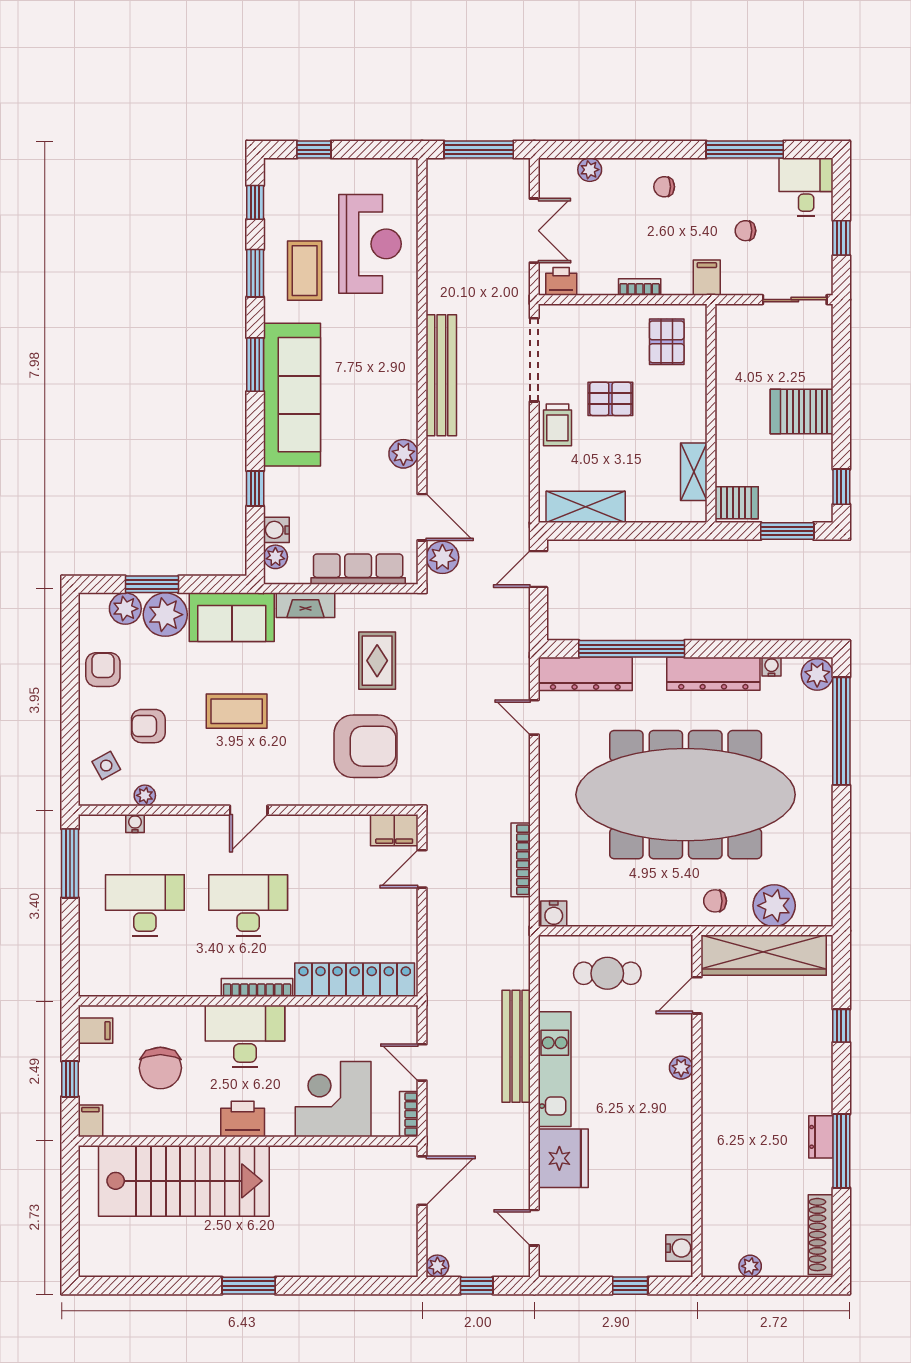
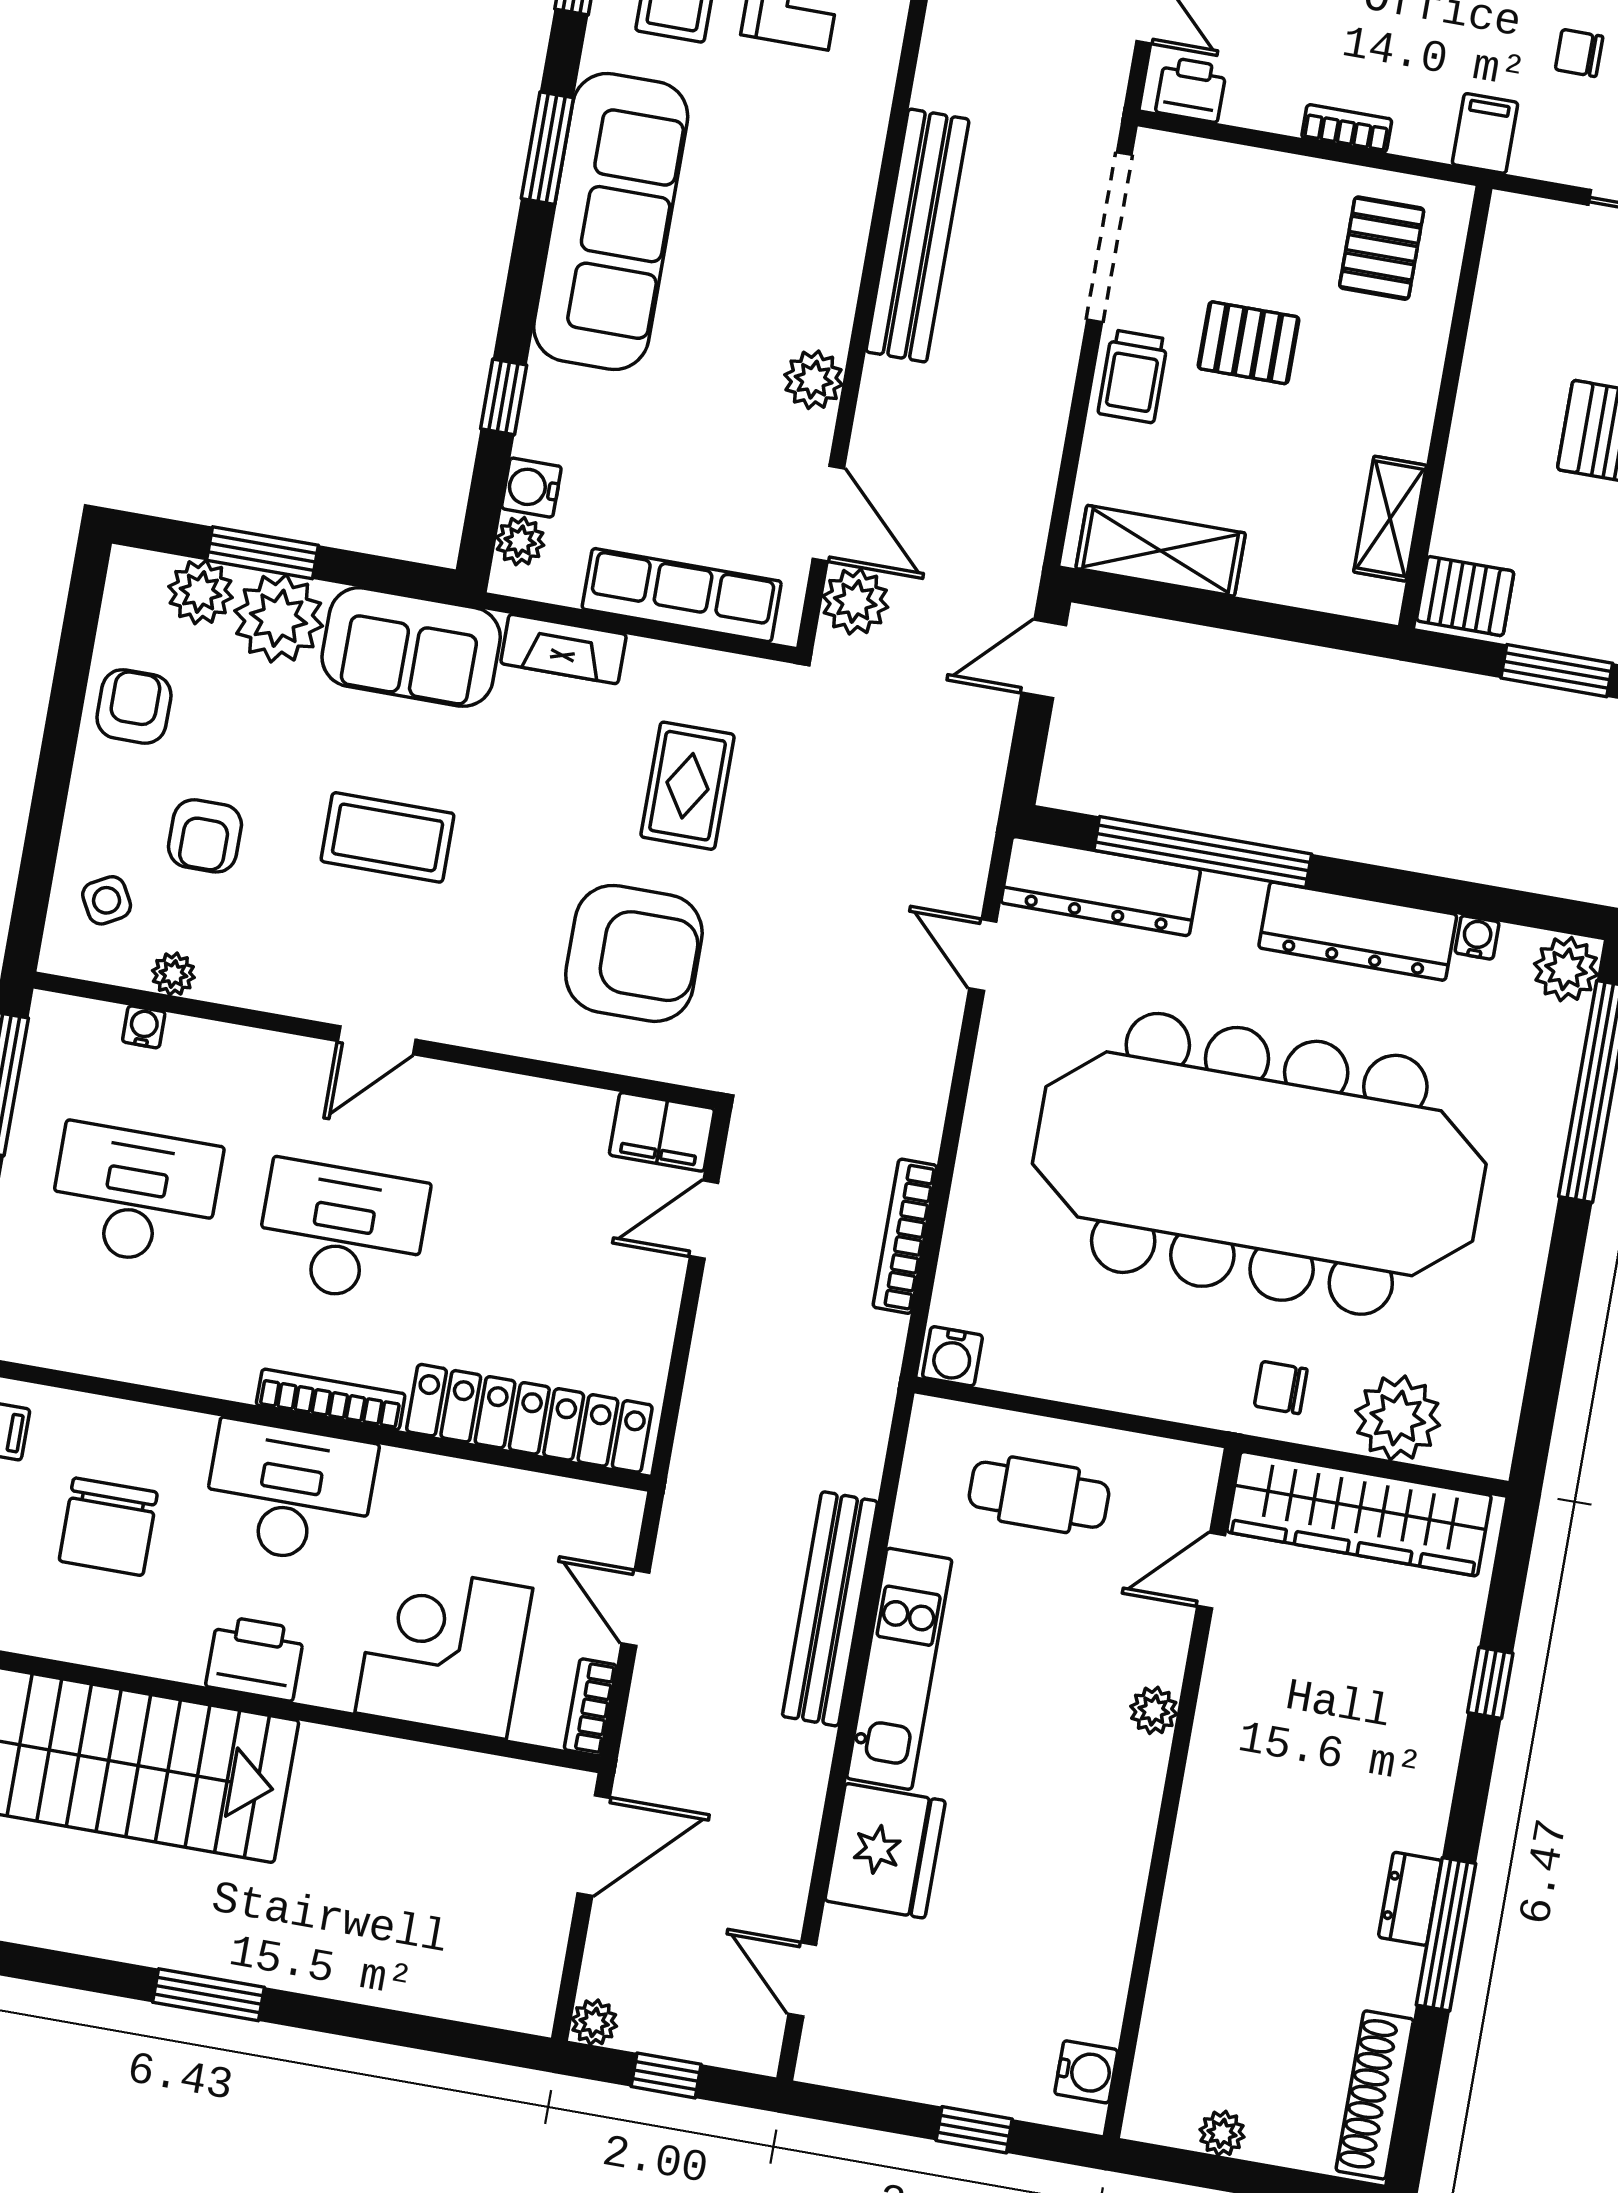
armchair: (148, 726) -> (205, 836), turned -90

